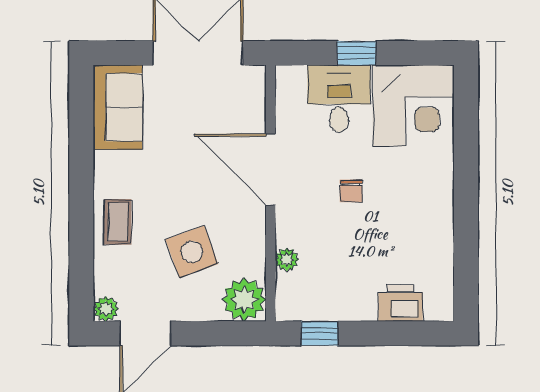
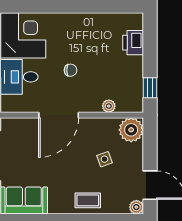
side table: (192, 252) -> (104, 159), width x0.54, depth x0.54

